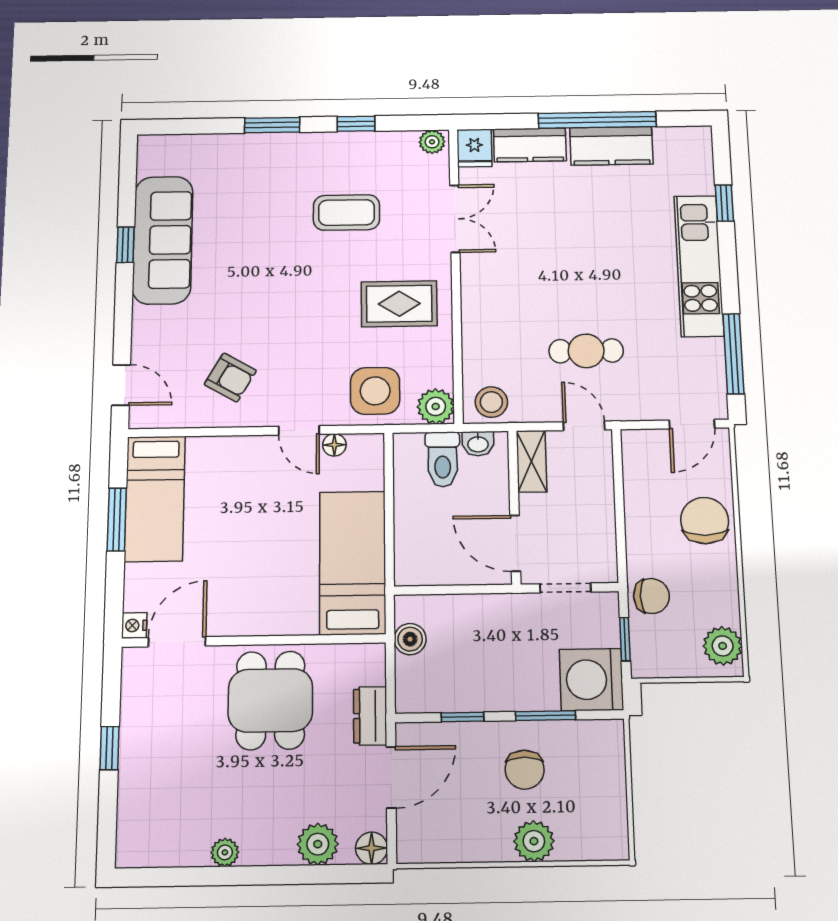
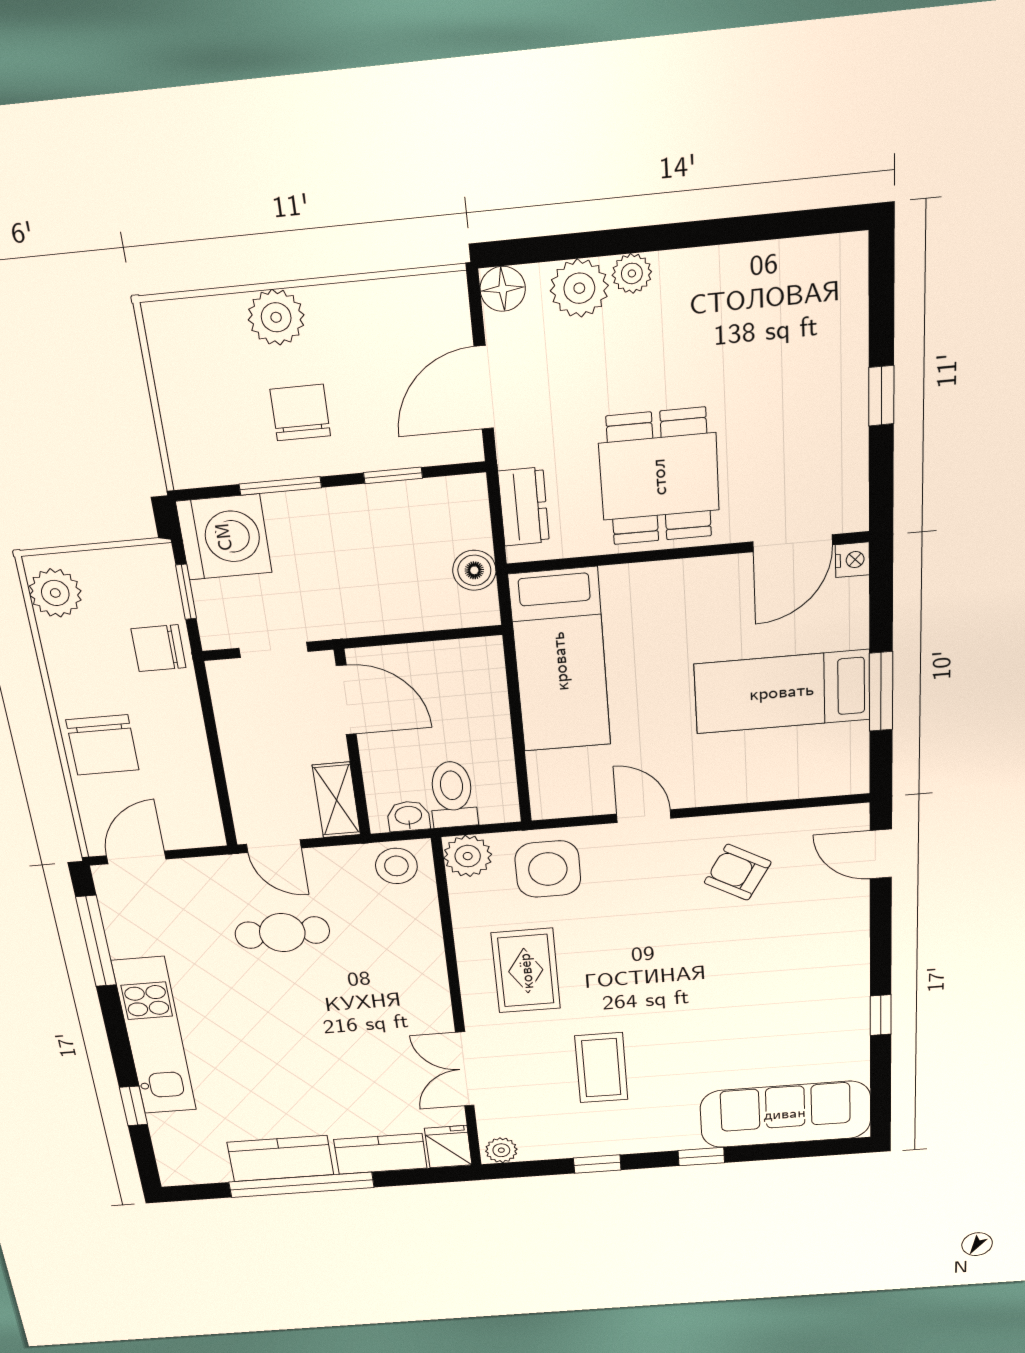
window: (272, 125) -> (701, 1157), width x0.67
coffee table: (346, 213) -> (601, 1068), turned 90
sofa: (163, 240) -> (785, 1114), moved, turned 90
rug: (399, 304) -> (526, 971), turned 90
floor lamp: (334, 445) -> (596, 802), removed
bed: (155, 498) -> (782, 692), moved, turned -90
dresser: (370, 716) -> (524, 507), moved
plant: (225, 852) -> (632, 273), moved

